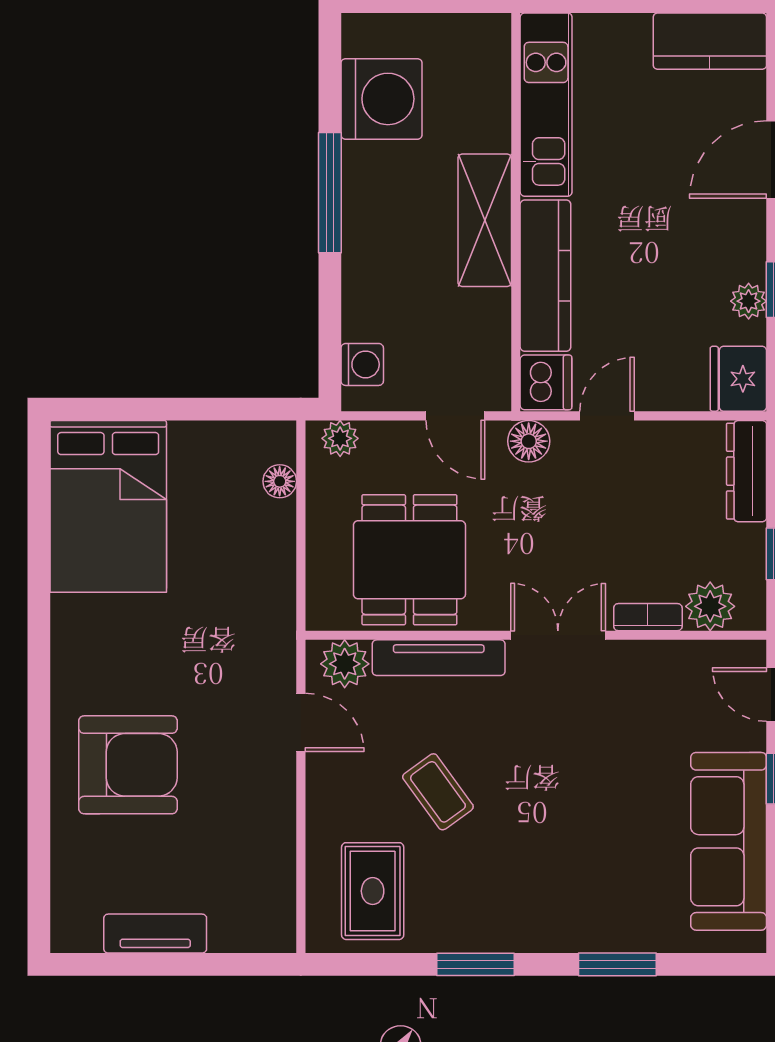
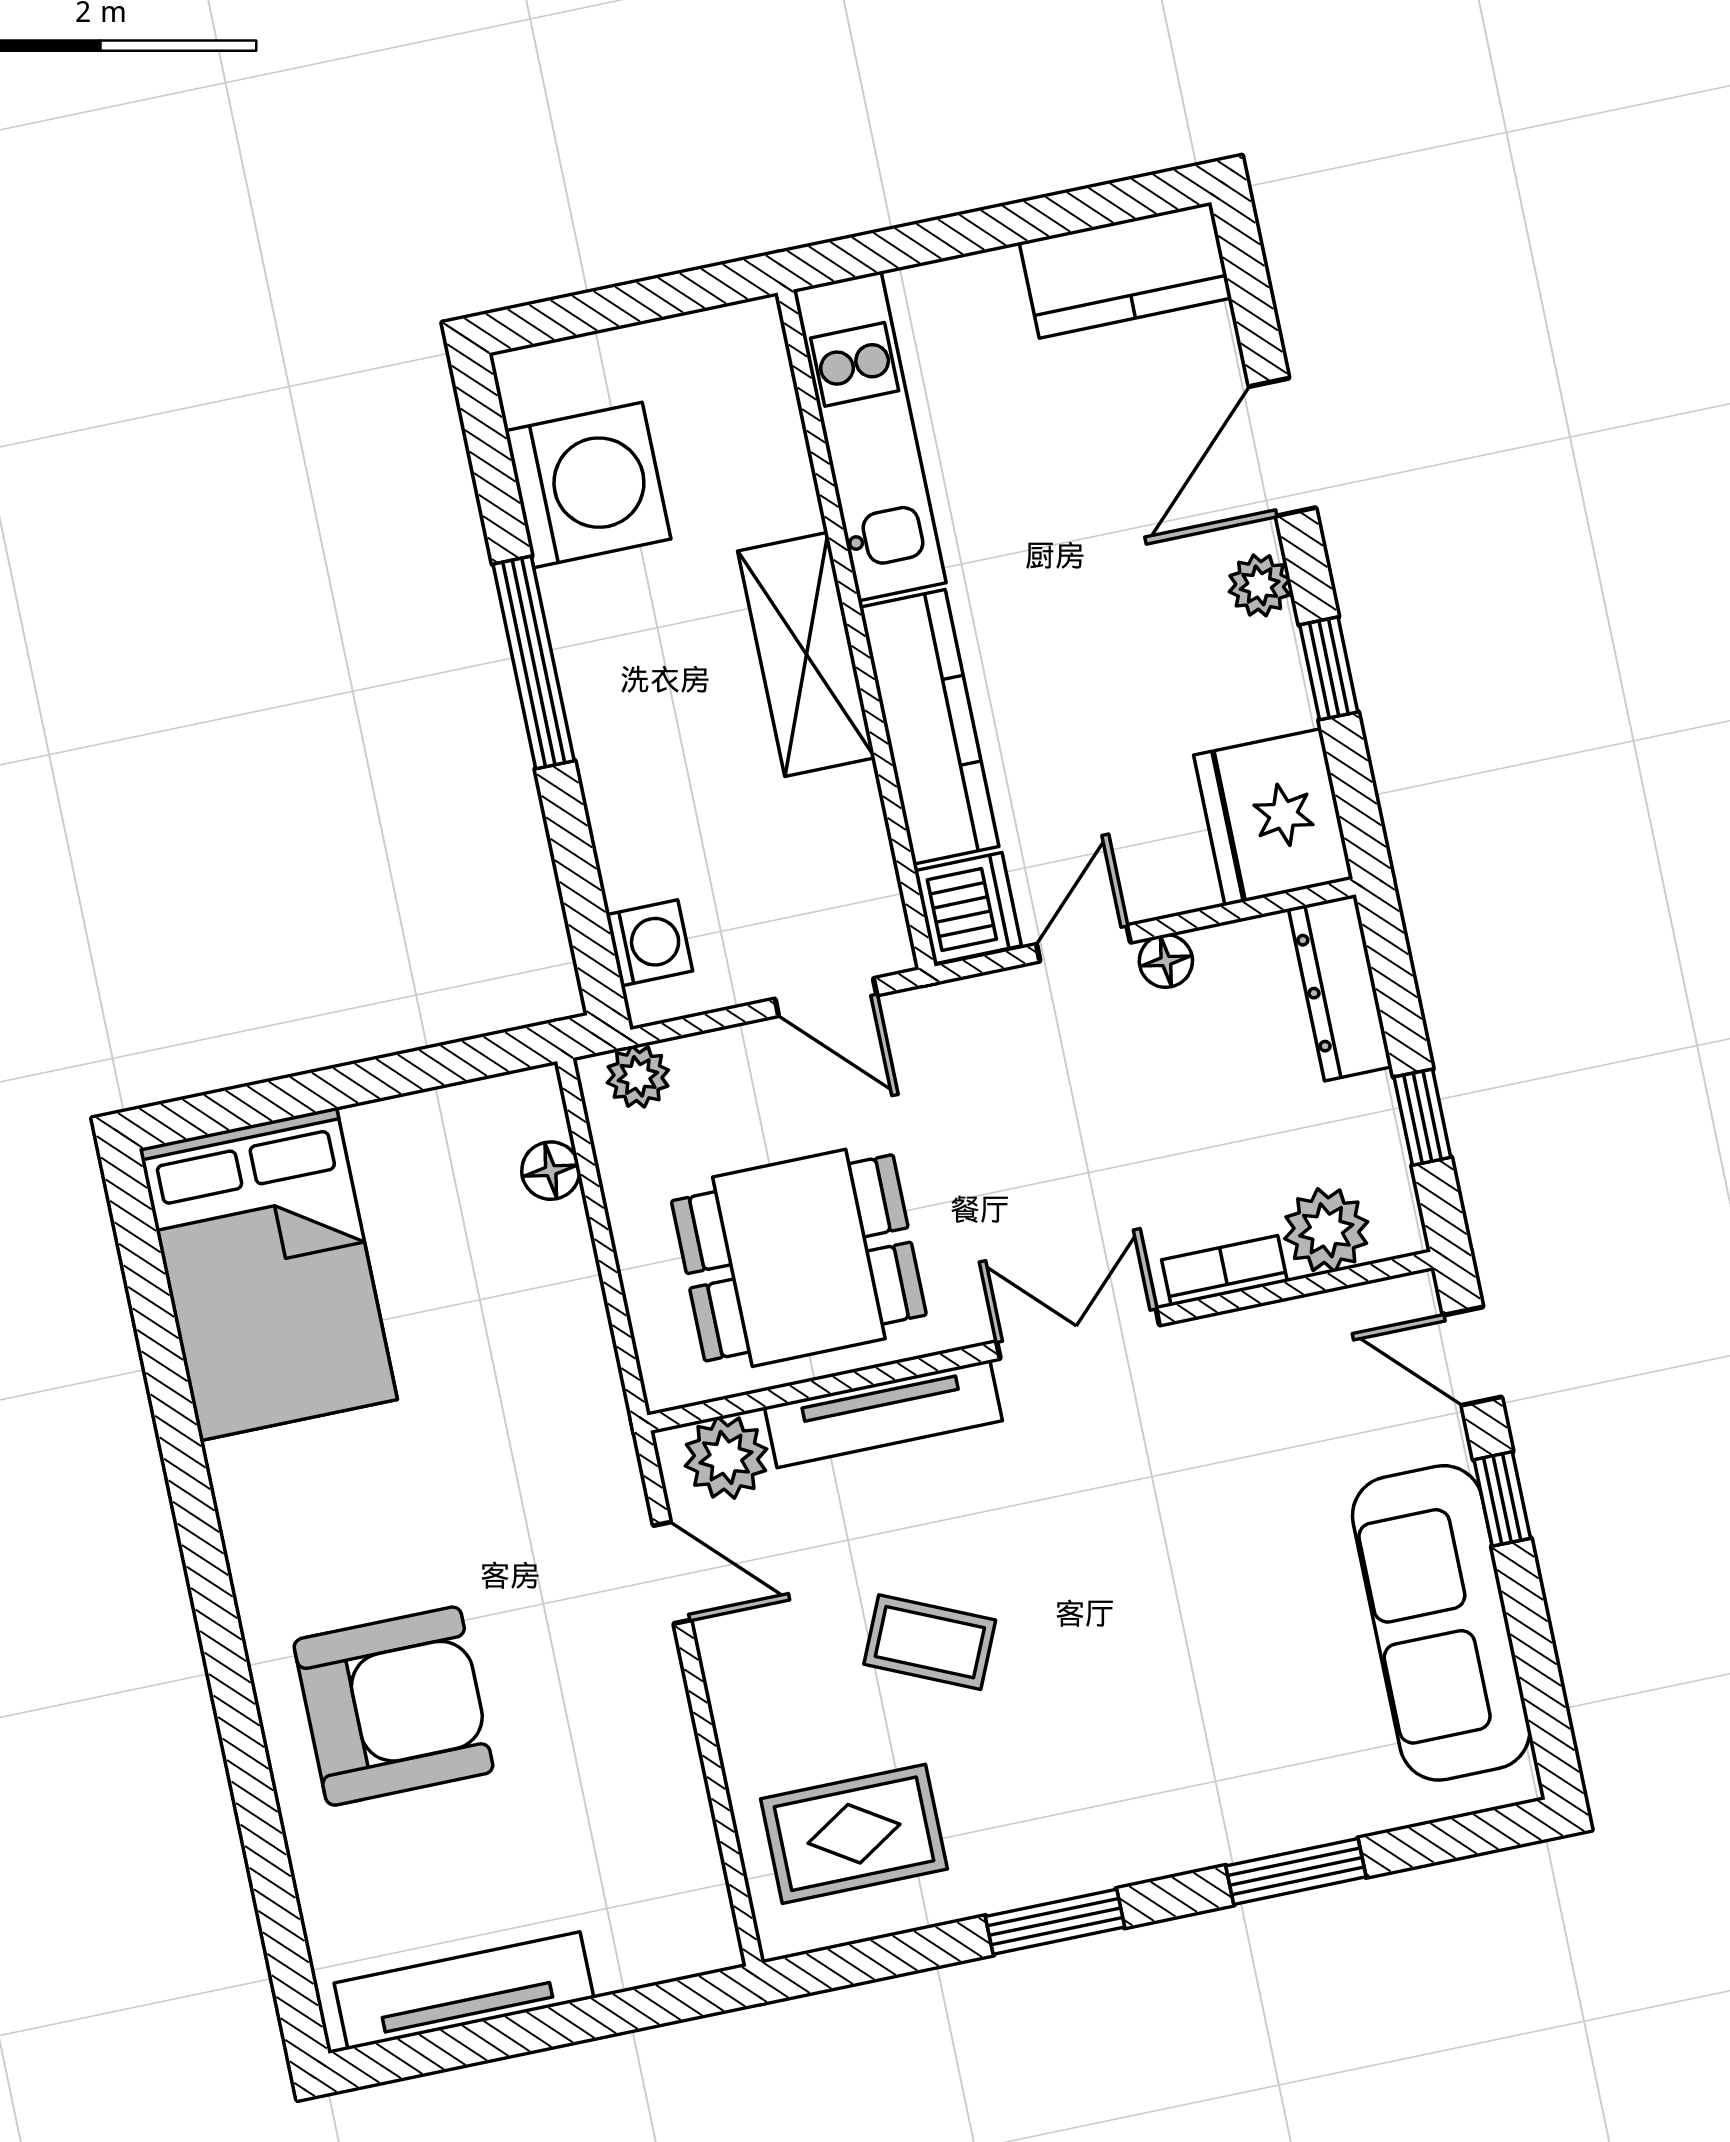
plant: (749, 301) -> (1260, 585), moved
fridge: (738, 379) -> (1273, 817), width x1.36, depth x1.34
floor lamp: (529, 441) -> (1166, 961), moved, width x0.73, depth x0.73
dining table: (409, 560) -> (799, 1258), turned 90
coffee table: (438, 792) -> (930, 1642), turned -30
rug: (373, 891) -> (854, 1834), turned 90
tv unit: (155, 934) -> (464, 1991), width x1.41

